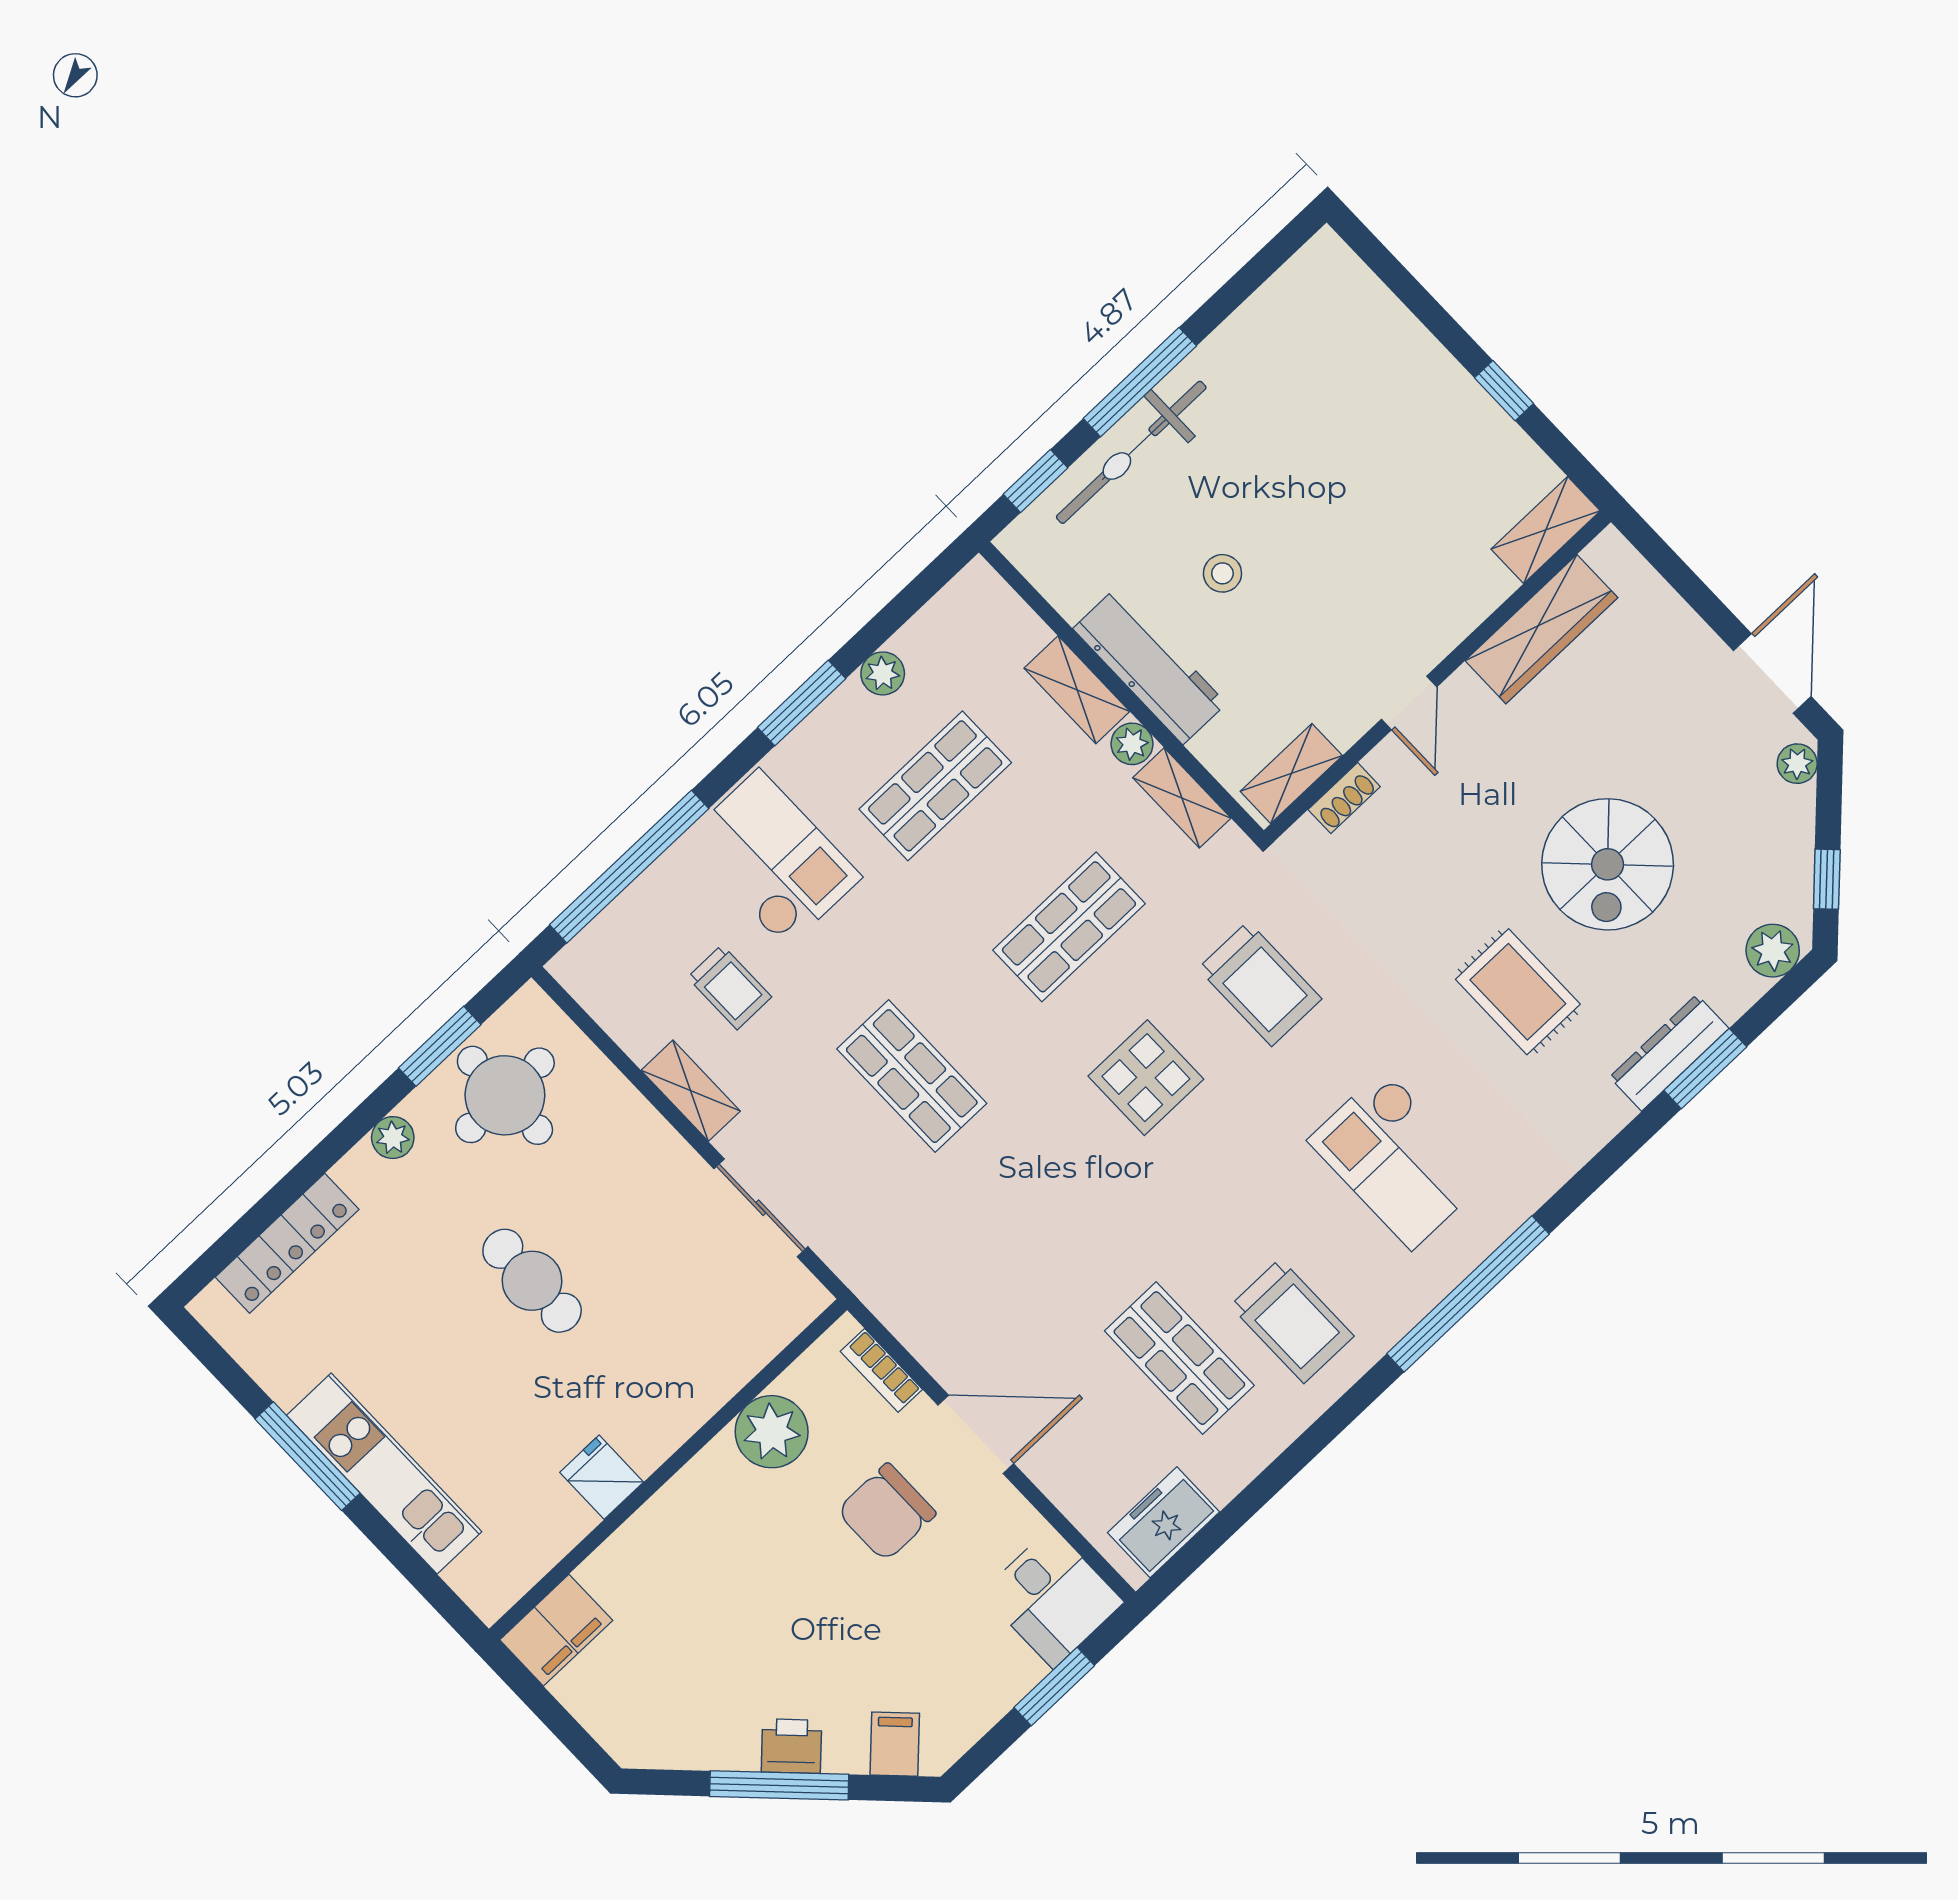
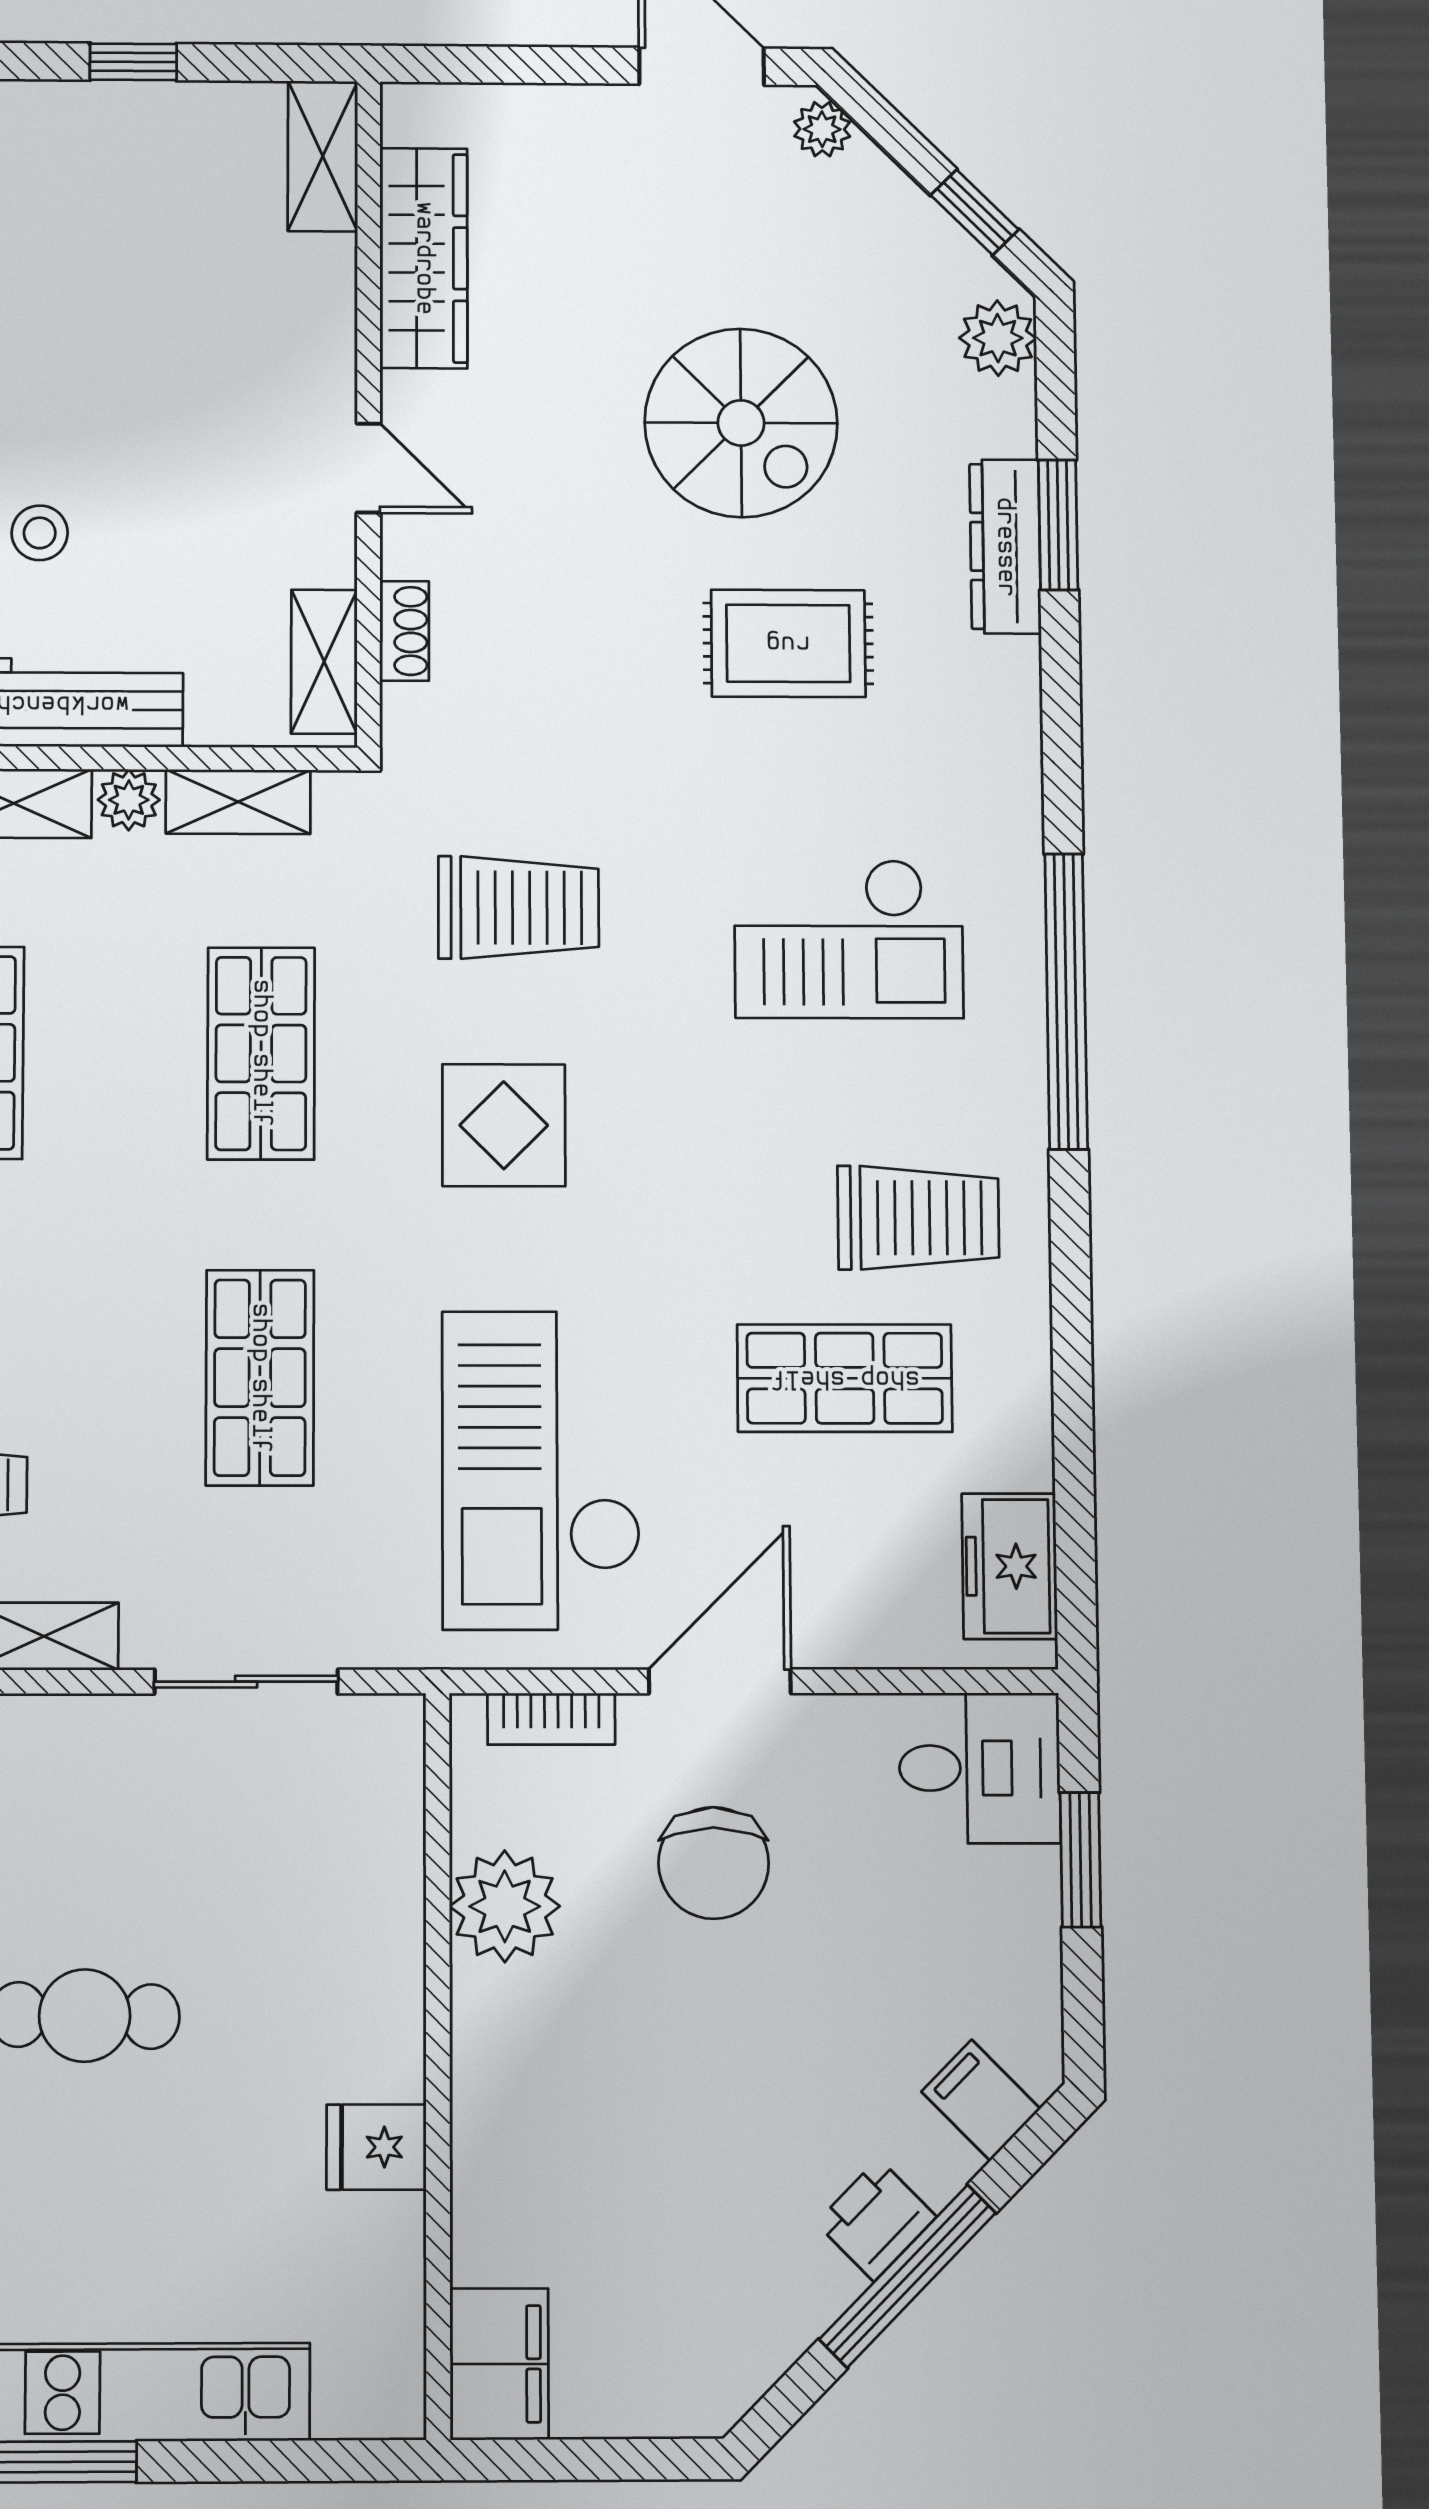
shop shelf: (912, 1076) -> (260, 1378), turned 90
checkout: (996, 1254) -> (541, 1470), added

